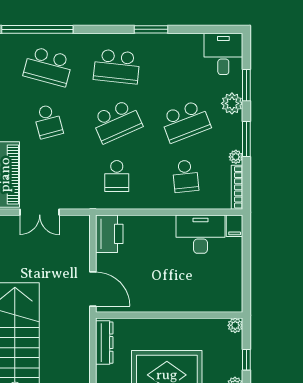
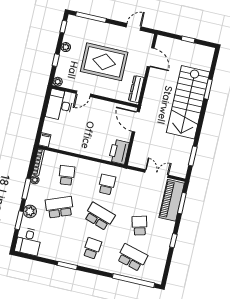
school desk: (117, 66) -> (92, 248), width x0.54
school desk: (117, 121) -> (99, 216), turned 42
desk: (201, 234) -> (60, 105), moved, turned 90
door: (189, 315) -> (83, 94), added

